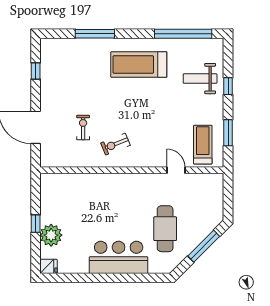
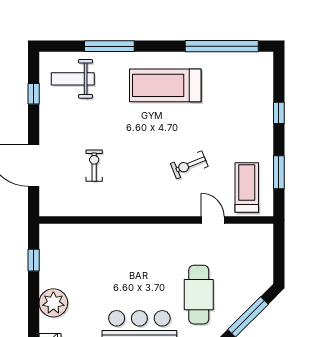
weight bench: (200, 79) -> (73, 79), moved
exercise bike: (115, 144) -> (189, 165), moved
window: (36, 224) -> (34, 260), moved

